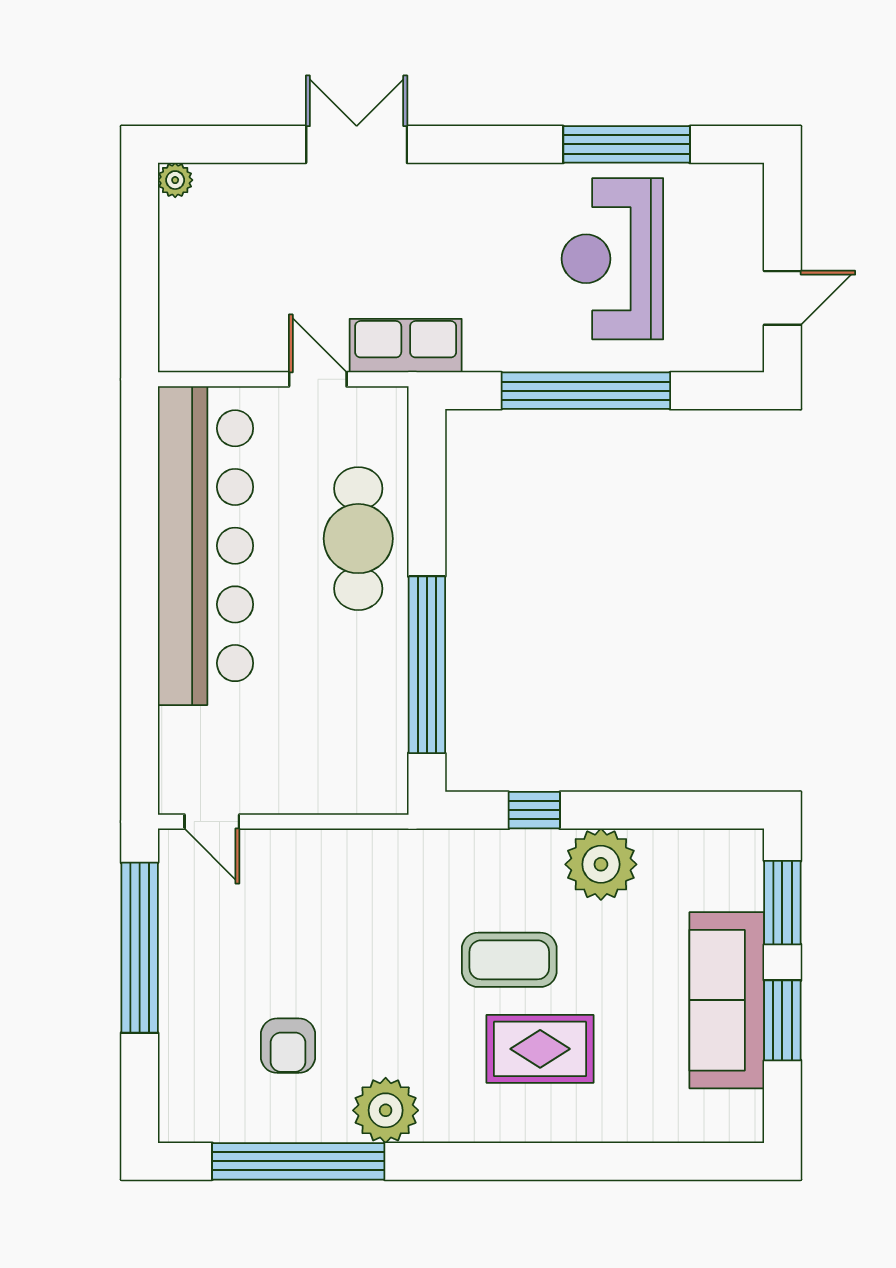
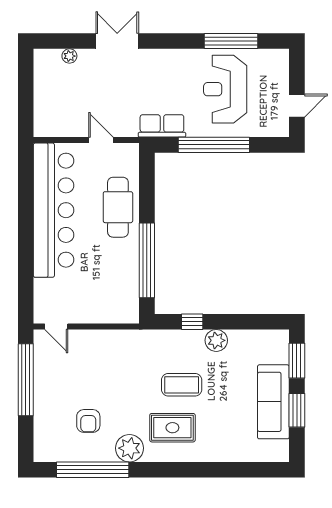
plant: (175, 180) -> (69, 56), moved
row of seats: (406, 346) -> (162, 126), moved
plant: (601, 864) -> (216, 340), width x0.73, depth x0.73
rug: (540, 1049) -> (172, 428), moved

